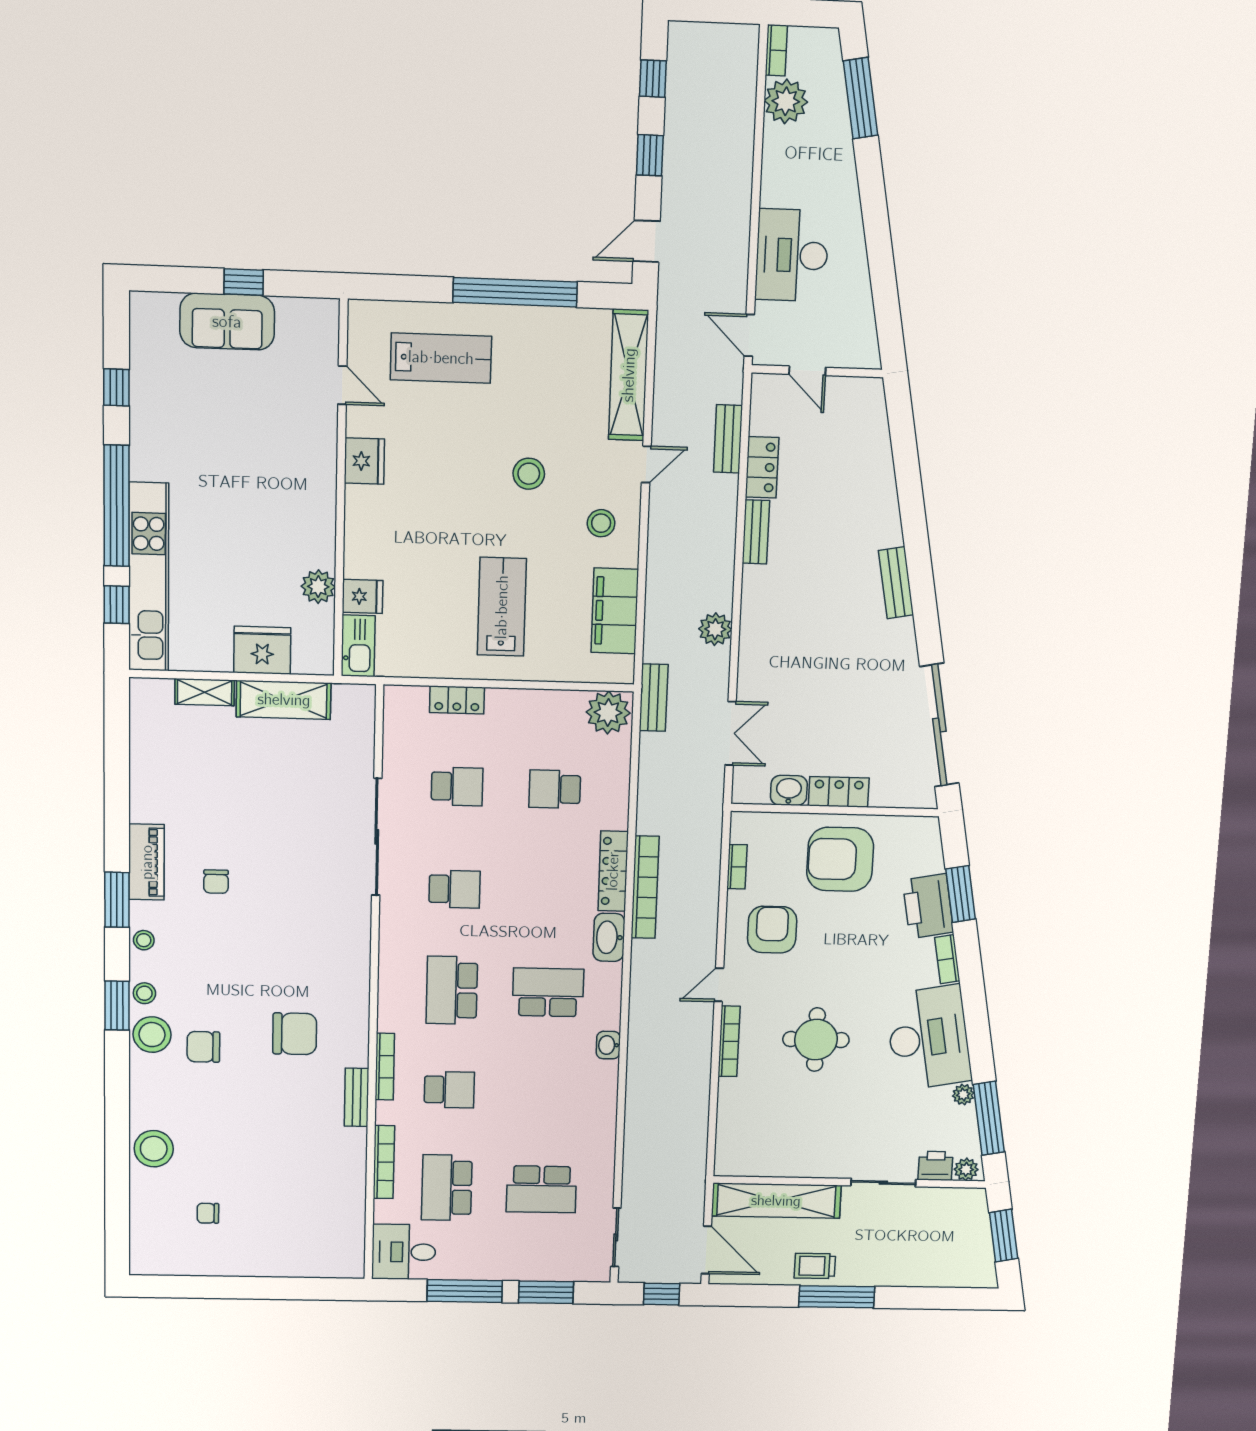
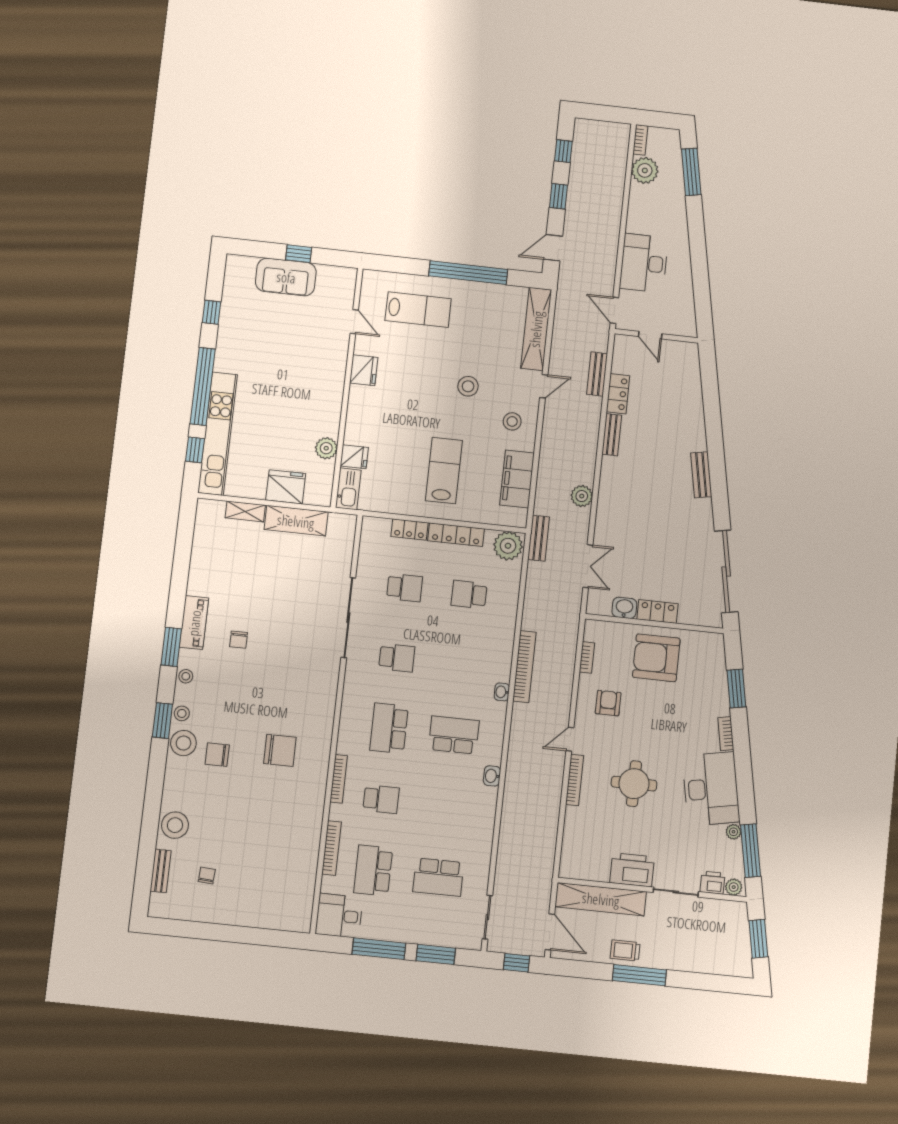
locker: (613, 871) -> (456, 535), moved, turned -90
printer: (928, 906) -> (632, 870), moved, turned 101
armchair: (772, 930) -> (608, 703), width x0.72, depth x0.72
washbasin: (609, 937) -> (502, 692), width x0.52, depth x0.69
bench: (357, 1097) -> (161, 871), moved
chair: (208, 1213) -> (207, 876), turned 94

